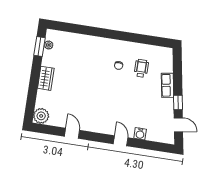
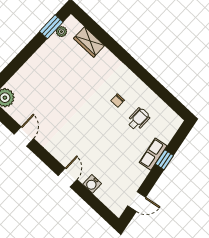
wardrobe: (46, 78) -> (89, 42), moved, turned 90
window: (178, 102) -> (164, 160), moved
door: (178, 125) -> (137, 202), hinge flipped

